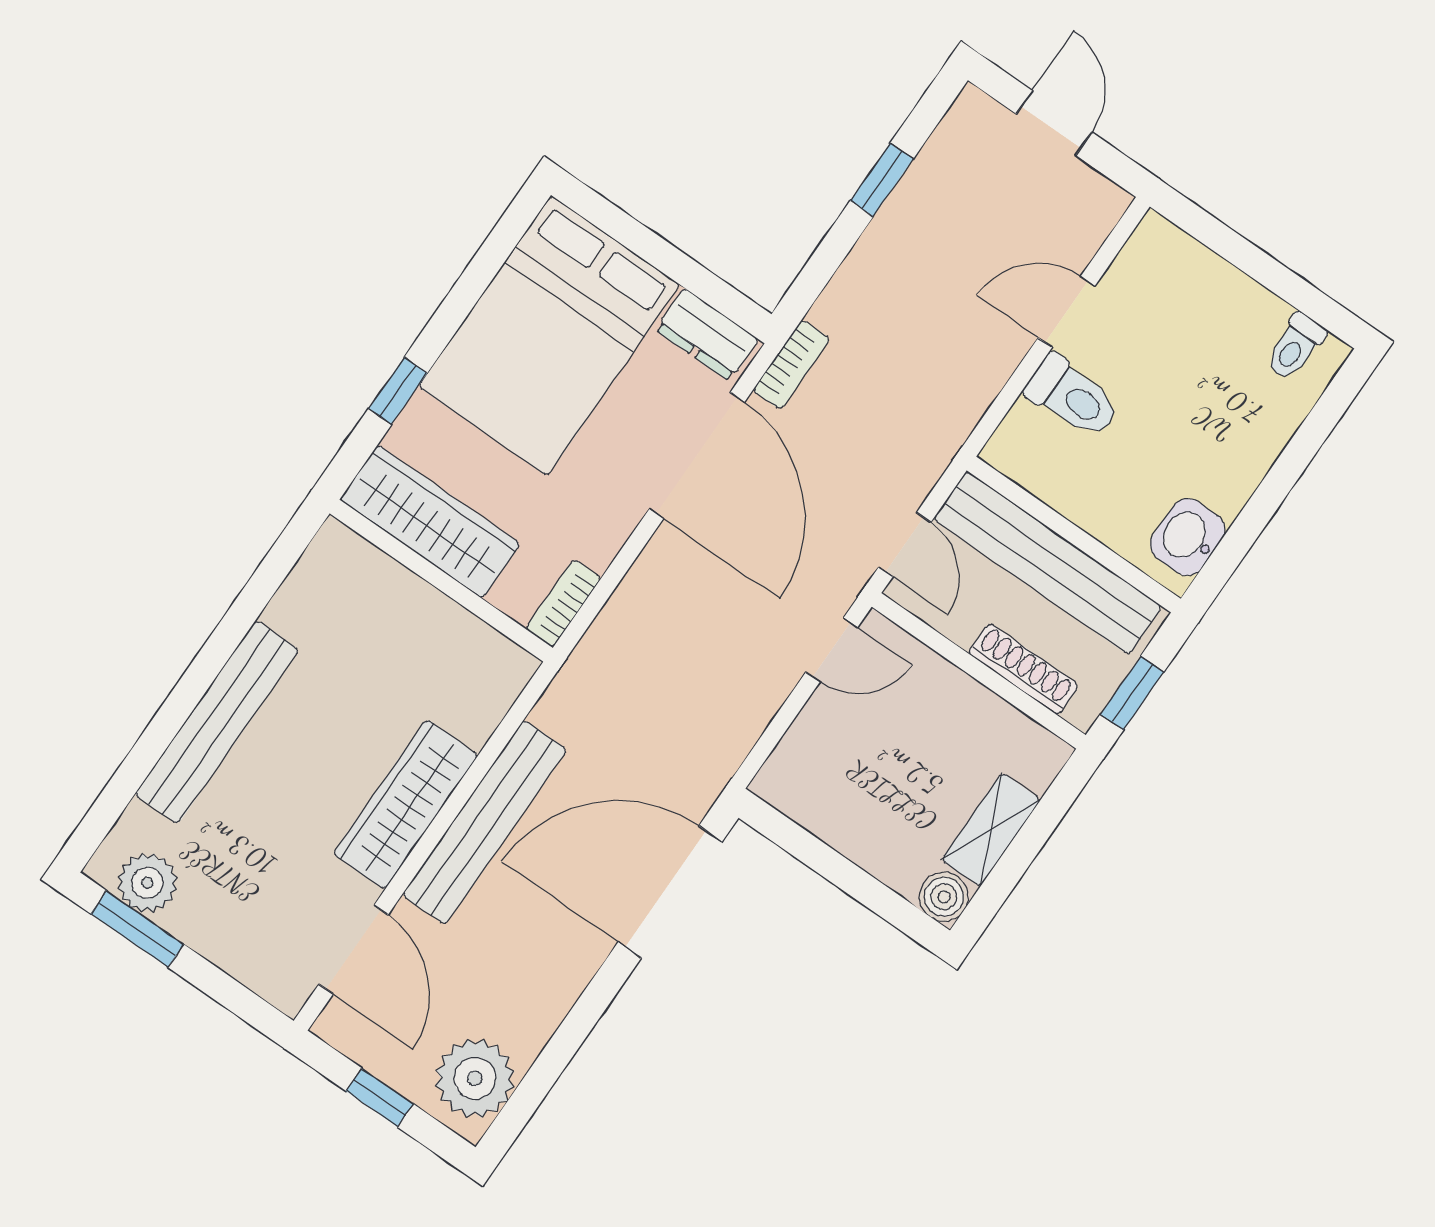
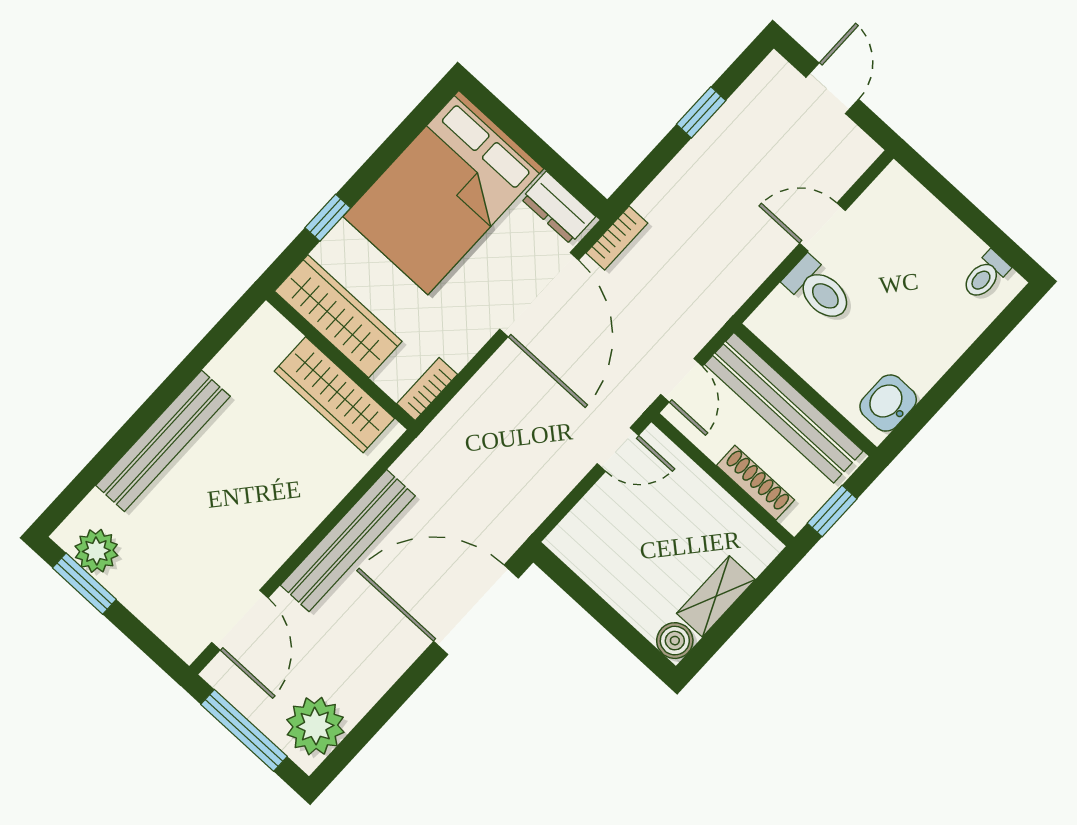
wardrobe: (406, 804) -> (334, 395), moved, turned -90
window: (380, 1097) -> (244, 730), width x2.17

